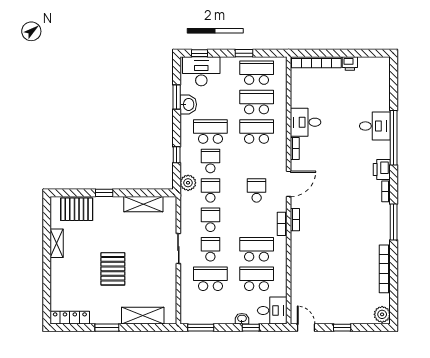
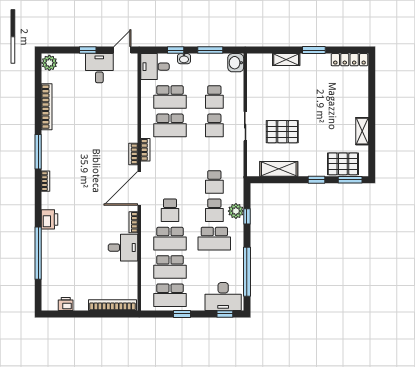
printer: (350, 64) -> (66, 304), moved
window: (177, 97) -> (247, 272), width x2.11
washbasin: (188, 104) -> (236, 63), moved
desk: (375, 126) -> (99, 68), moved, turned 90
window: (394, 138) -> (38, 253), moved
printer: (382, 170) -> (50, 219), moved
plant: (188, 183) -> (236, 211), moved
door: (289, 184) -> (139, 188), width x1.36
school desk: (257, 190) -> (170, 210), moved
window: (69, 193) -> (350, 180), added
school desk: (210, 220) -> (214, 154), removed
pallet: (113, 269) -> (282, 132), moved, turned 90
school desk: (210, 279) -> (214, 97), width x0.54
shelving: (143, 316) -> (286, 60), width x0.67, depth x0.75
window: (201, 328) -> (210, 50), moved
door: (306, 328) -> (122, 50), swing flipped

